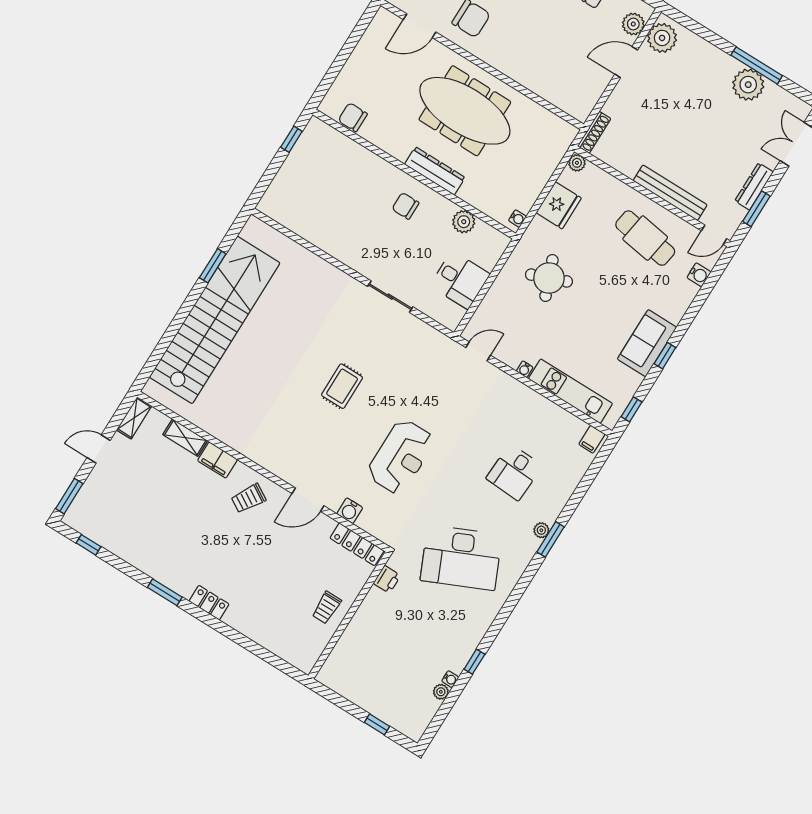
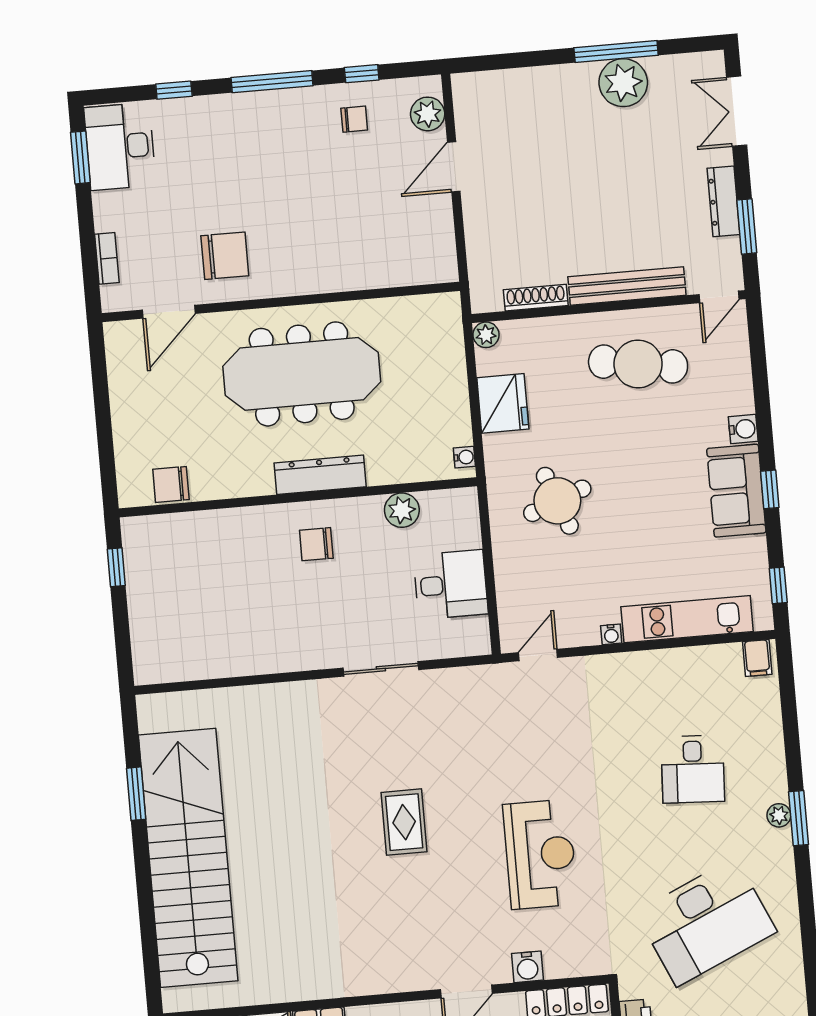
plant: (662, 38) -> (475, 105), removed
shoe rack: (594, 132) -> (536, 298), moved, turned -90
water cooler: (699, 275) -> (743, 429), moved

